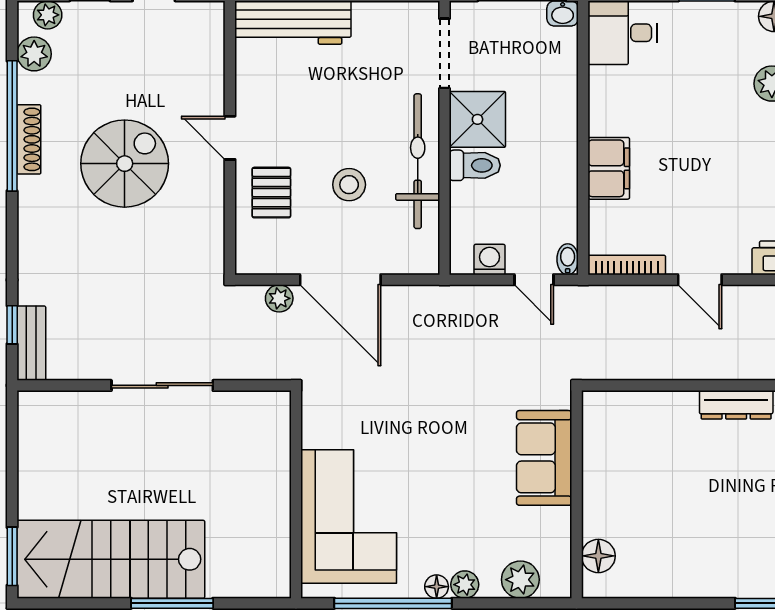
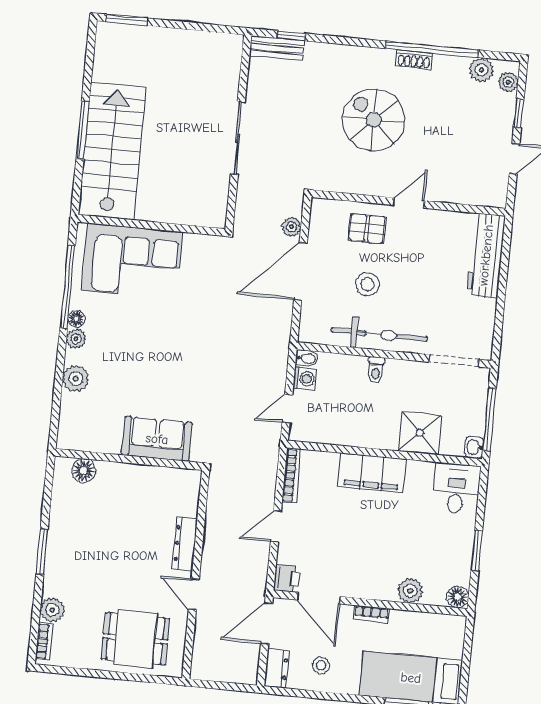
shower: (477, 119) -> (420, 433), moved
shoe rack: (29, 139) -> (414, 60), width x0.70
spiral stairs: (125, 164) -> (374, 120), moved, turned 180
toilet: (475, 165) -> (376, 370), width x0.73, depth x0.72
filing cabinet: (609, 168) -> (372, 473), width x1.50, depth x1.17
bidet: (568, 259) -> (307, 358), moved
sofa: (544, 458) -> (157, 439), moved
wall: (577, 494) -> (129, 459), moved
floor lamp: (598, 556) -> (84, 471), moved
stairs: (111, 559) -> (112, 151), moved

